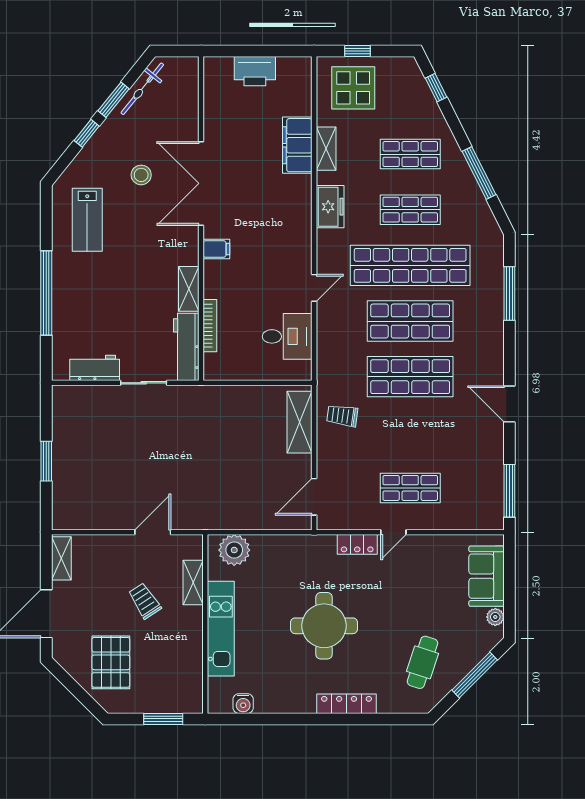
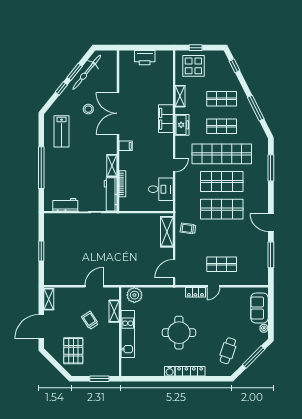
bicycle: (142, 89) -> (87, 72), width x1.37, depth x1.40
filing cabinet: (297, 145) -> (166, 119), moved
window: (509, 491) -> (271, 255), moved
water cooler: (243, 704) -> (170, 371), moved

